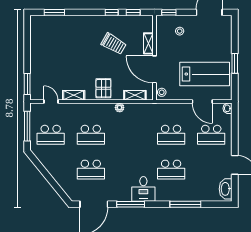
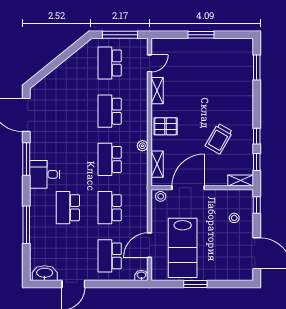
shelving: (148, 43) -> (241, 180), moved
window: (27, 84) -> (201, 35), moved
school desk: (91, 170) -> (110, 159), moved

